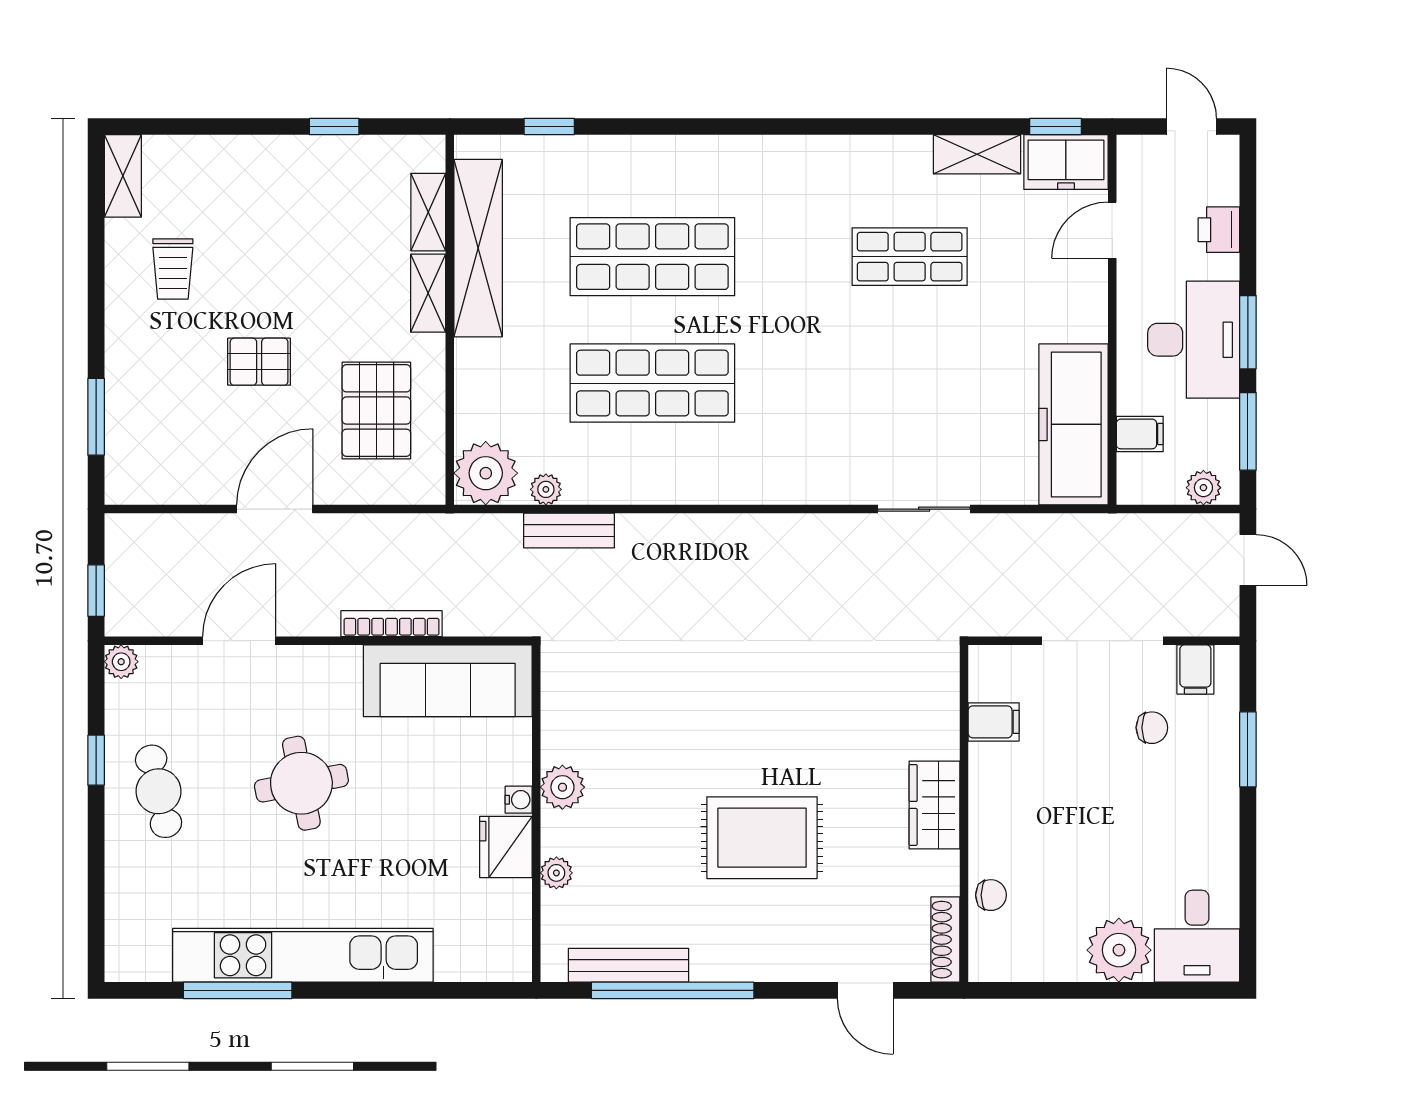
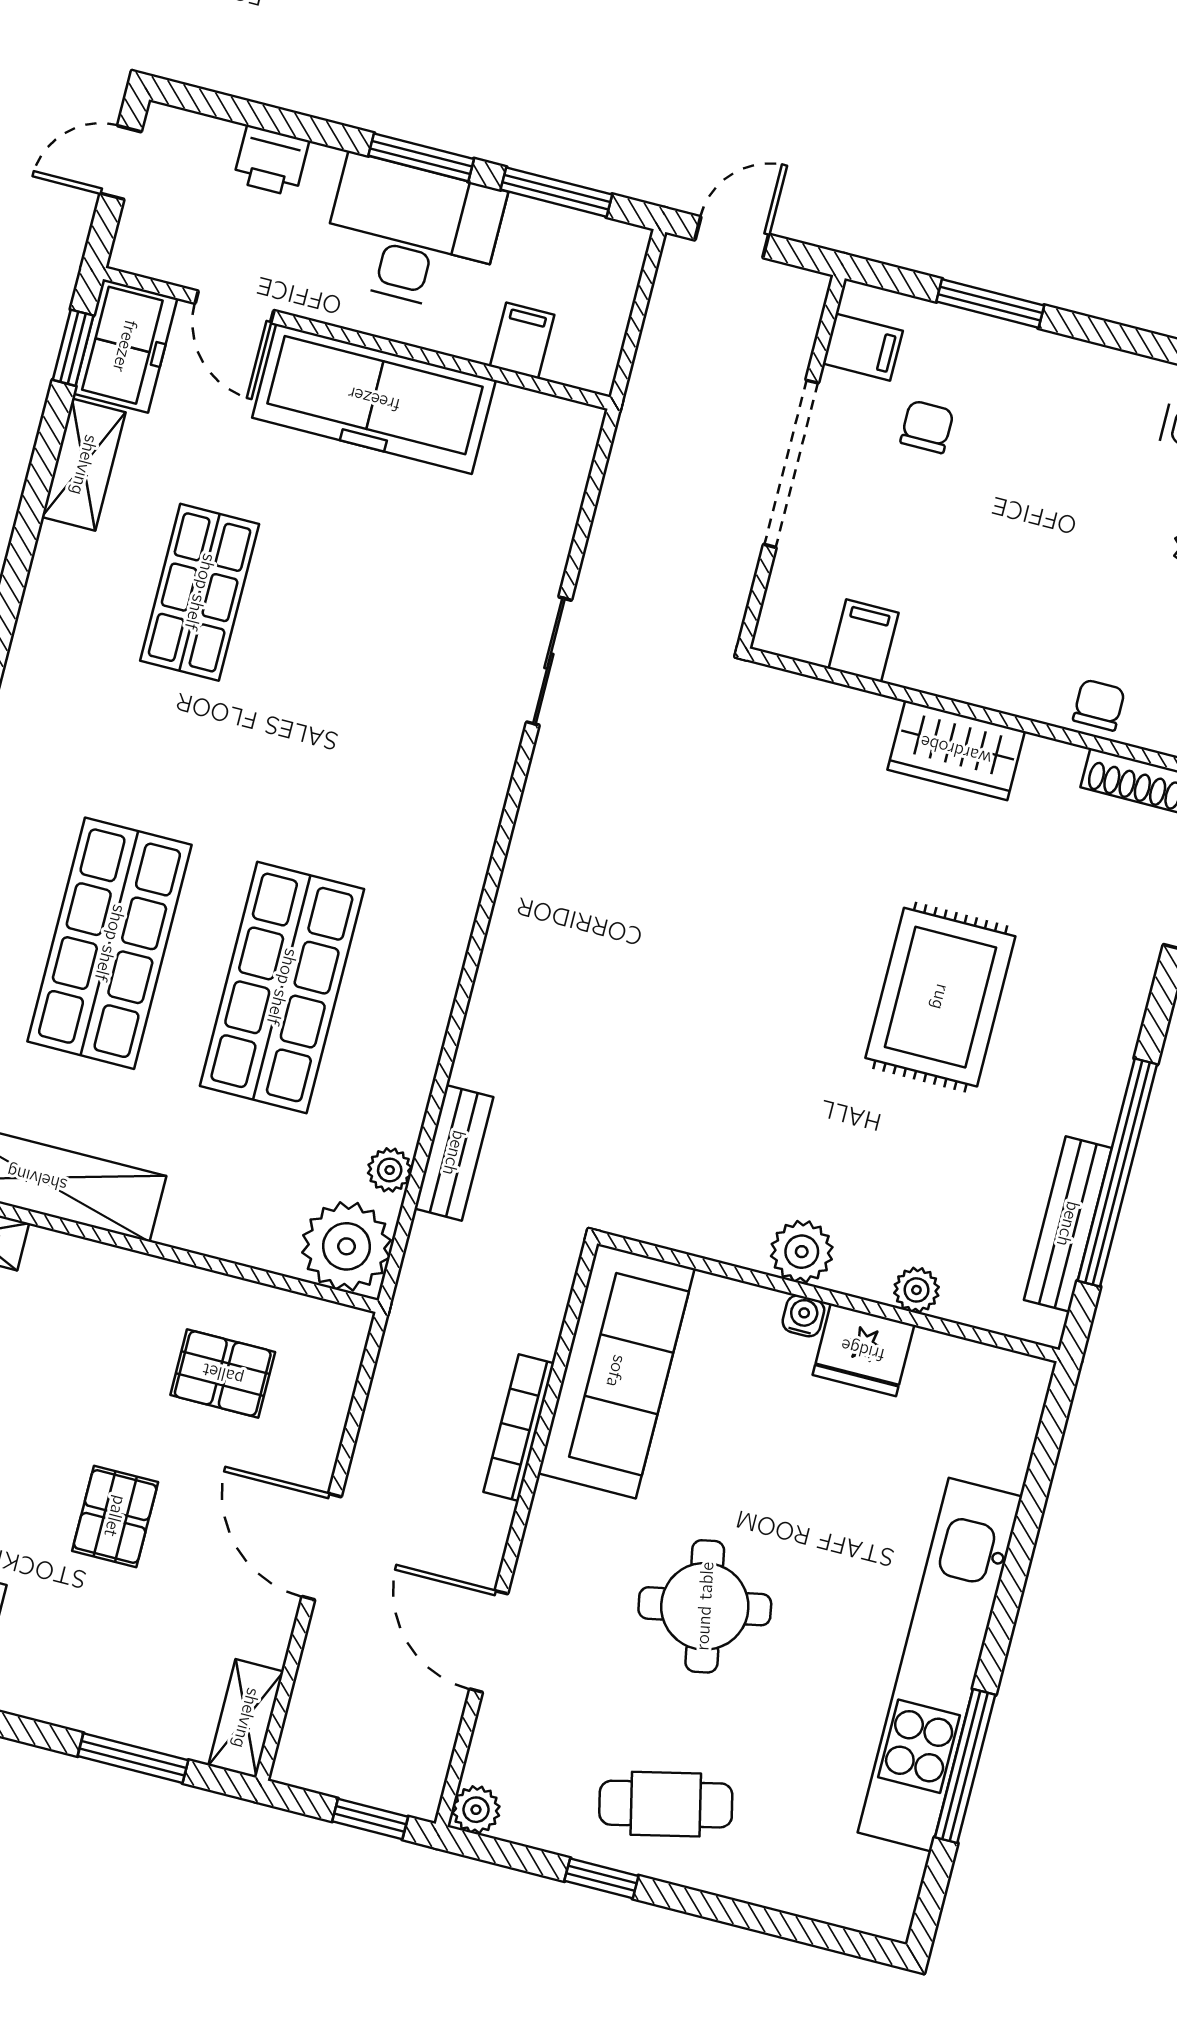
shelving: (428, 293) -> (246, 1718), moved, turned 90
pallet: (376, 411) -> (223, 1374), width x0.67, depth x0.71
freezer: (1073, 424) -> (374, 399), moved
plant: (1203, 488) -> (618, 272), removed

